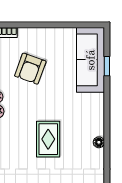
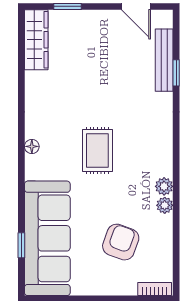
sofa: (91, 60) -> (47, 238), width x1.36, depth x1.27

